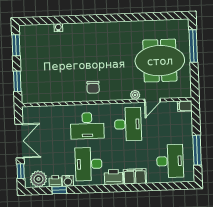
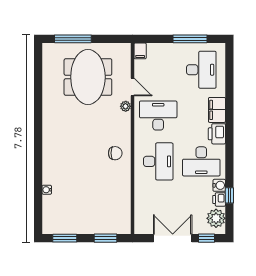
desk: (170, 161) -> (201, 70), turned 90

